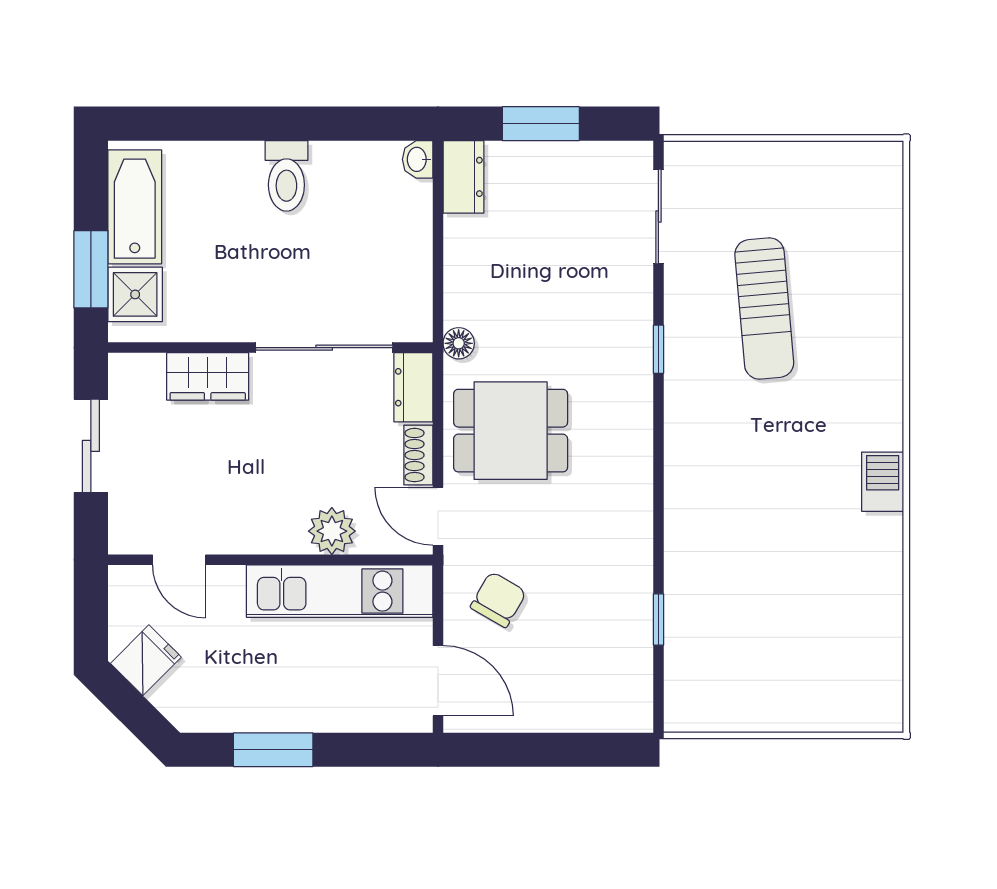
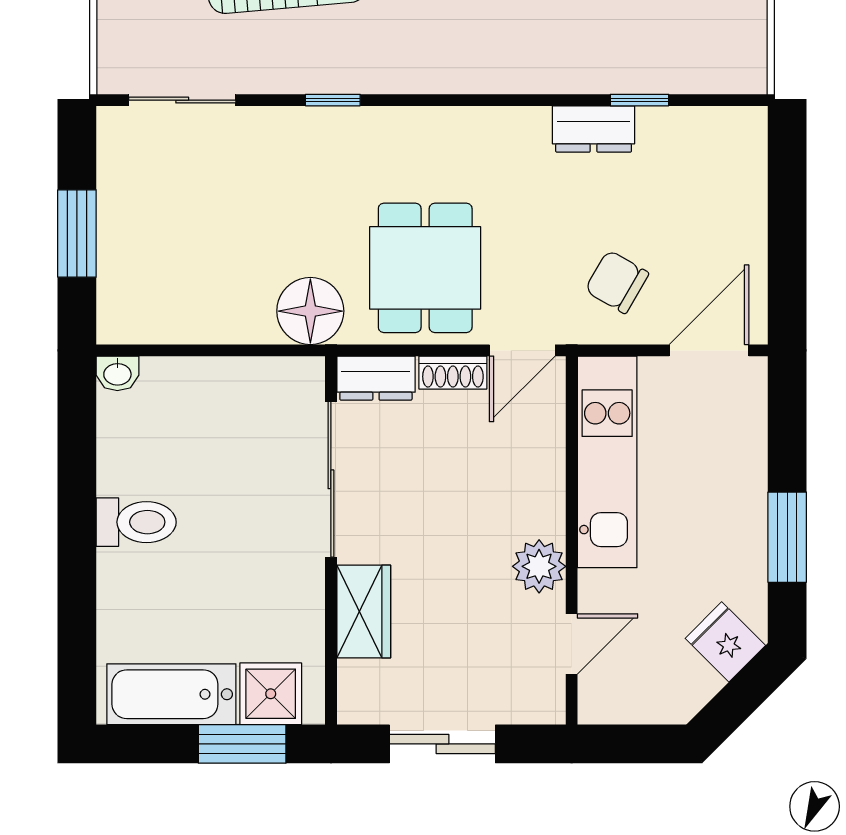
dresser: (463, 177) -> (594, 129), moved, turned 180
floor lamp: (459, 343) -> (310, 311), width x1.89, depth x1.89
plant: (332, 531) -> (539, 566), moved
fridge: (146, 660) -> (725, 642), moved

